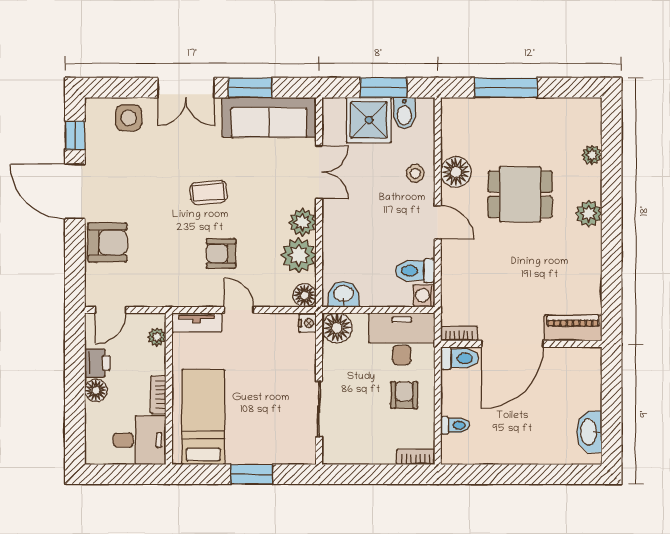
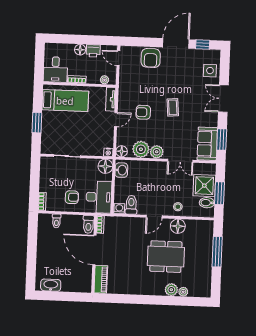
window: (250, 88) -> (222, 140), moved
sofa: (269, 117) -> (207, 144), width x0.73
dining table: (520, 194) -> (166, 257), width x1.38
plant: (589, 214) -> (171, 290), moved
armchair: (221, 253) -> (143, 112), turned -90

